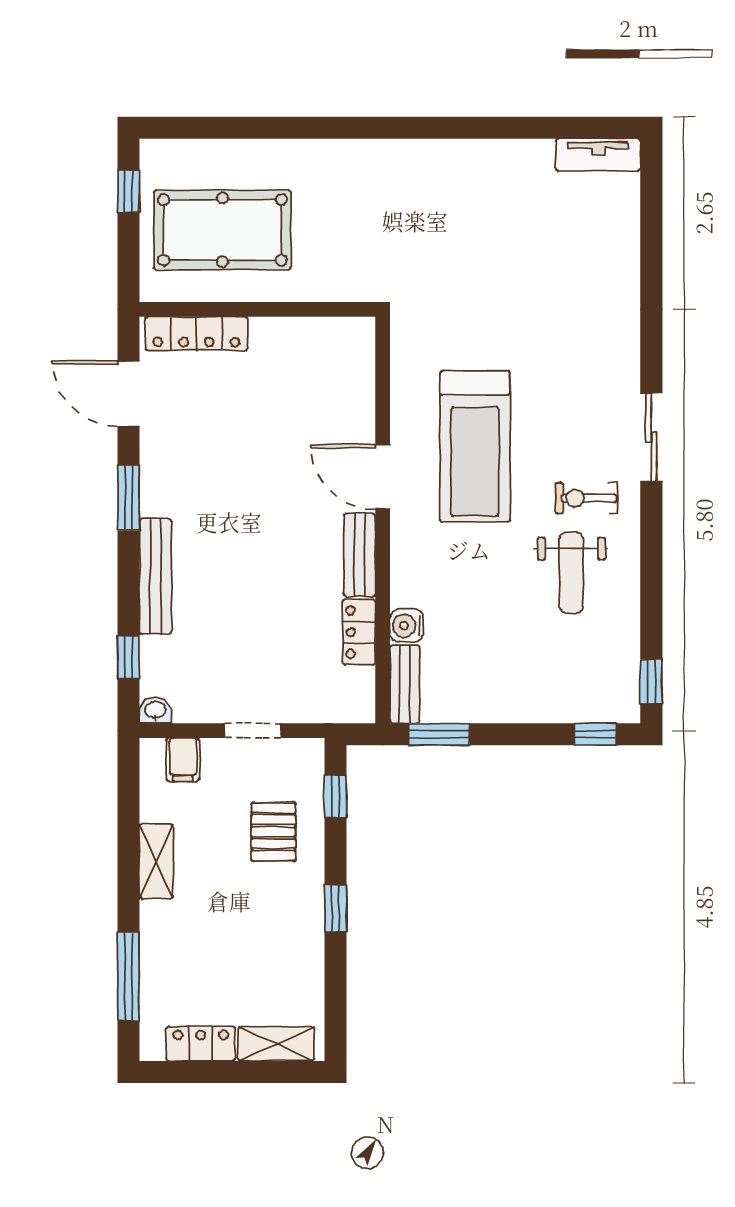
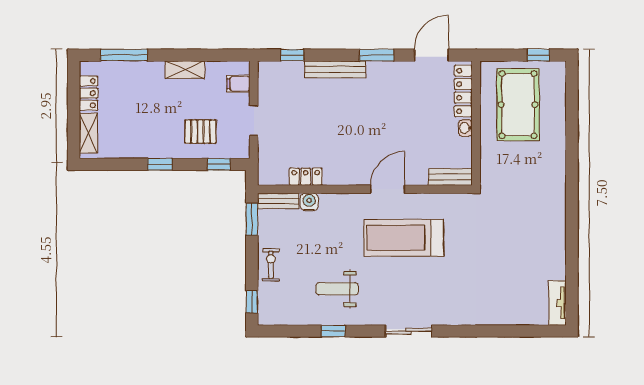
exercise bike: (586, 498) -> (271, 265), moved
bench: (360, 555) -> (450, 177), moved
window: (651, 681) -> (333, 331), moved
washbasin: (155, 710) -> (465, 128), moved, turned 180

